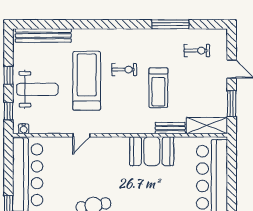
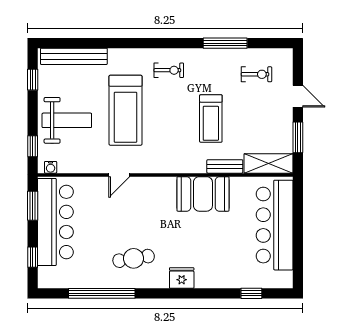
exercise bike: (124, 70) -> (169, 70), moved
window: (8, 75) -> (33, 80), moved
treadmill: (87, 81) -> (125, 110), turned 180
window: (8, 161) -> (33, 206), added

